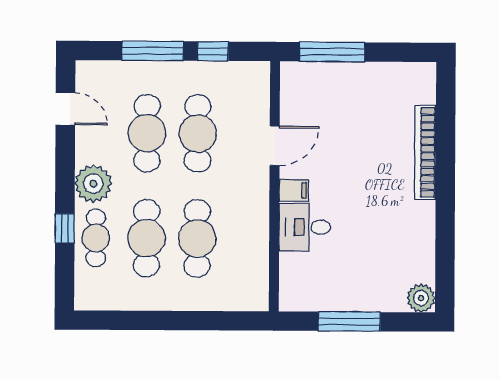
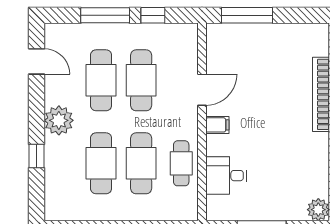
desk: (305, 227) -> (226, 176), moved
cafe table: (96, 238) -> (181, 163), moved

